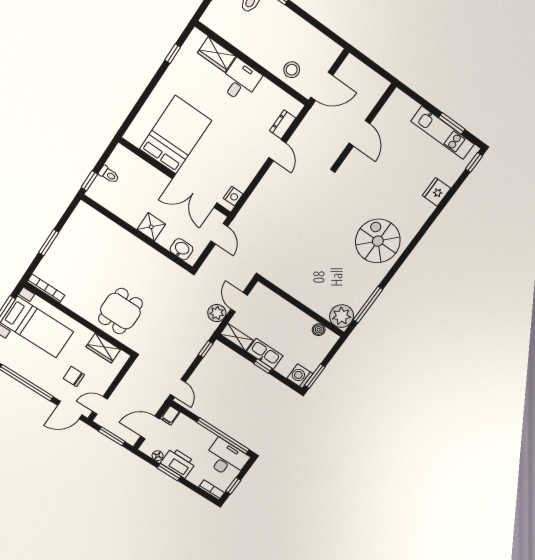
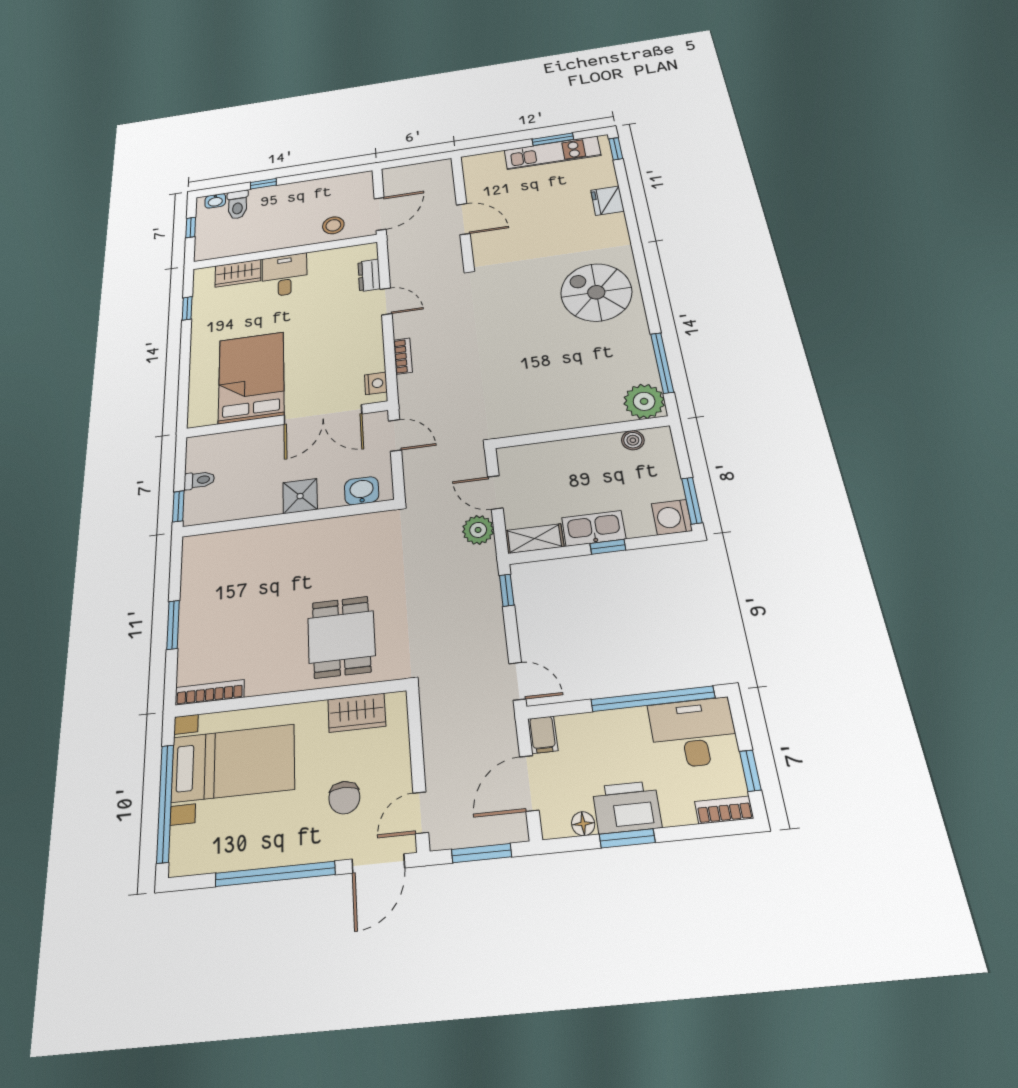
bookcase: (258, 192) -> (403, 356), added
chair: (74, 377) -> (344, 798), turned -90

